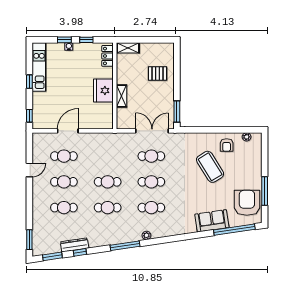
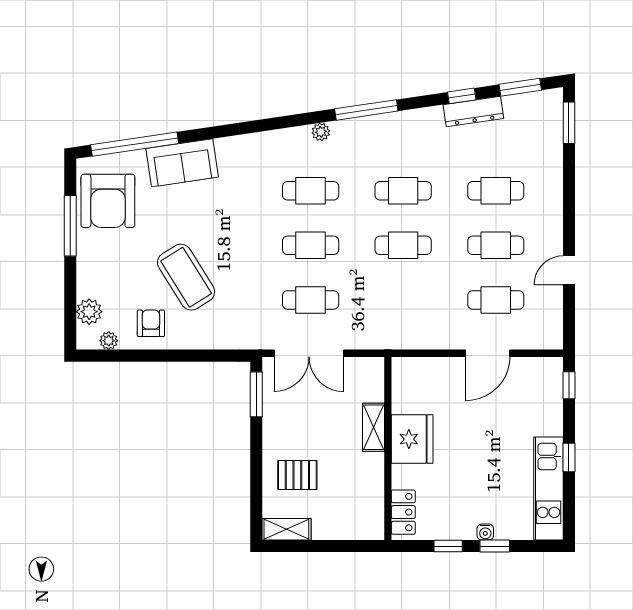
shelving: (128, 48) -> (286, 529), moved
plant: (256, 151) -> (89, 312), added

